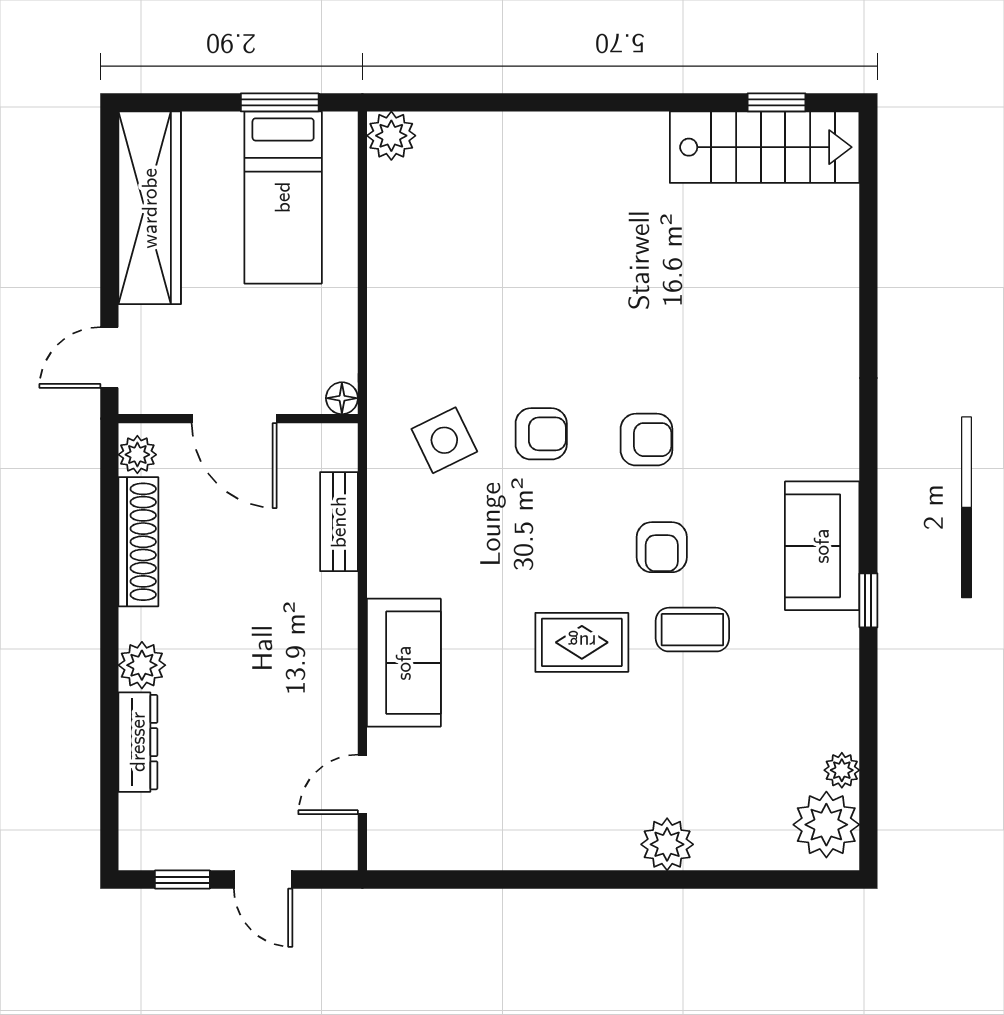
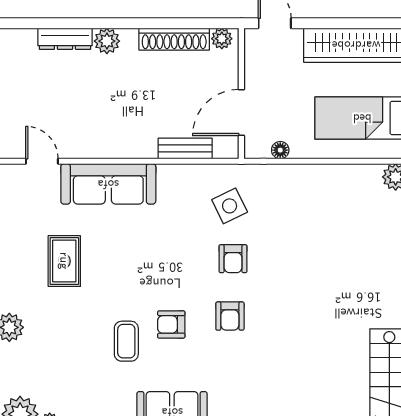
floor lamp: (342, 398) -> (280, 150), moved
door: (234, 419) -> (241, 113), moved
rug: (582, 642) -> (64, 261), moved
sofa: (404, 663) -> (108, 184), width x1.36

